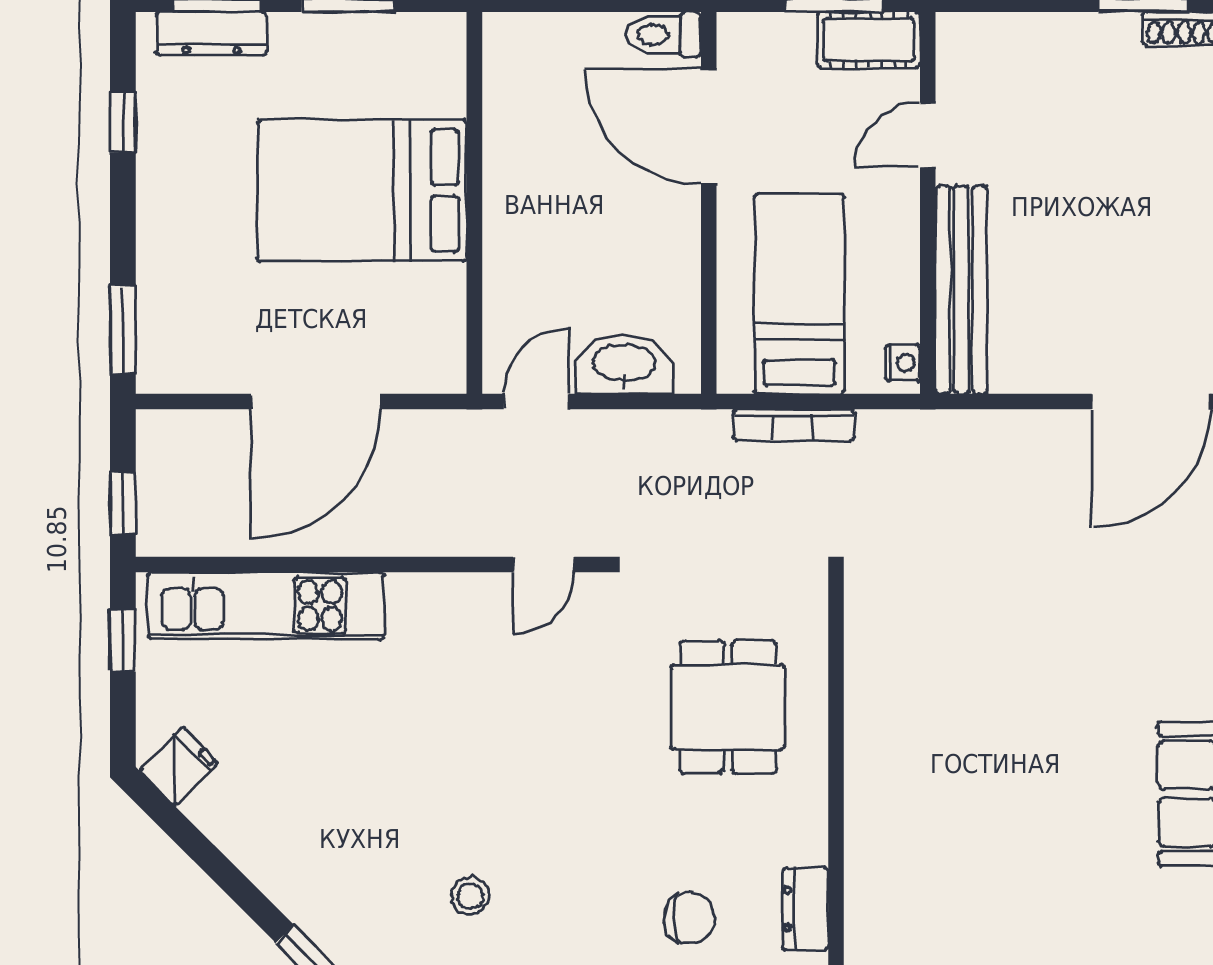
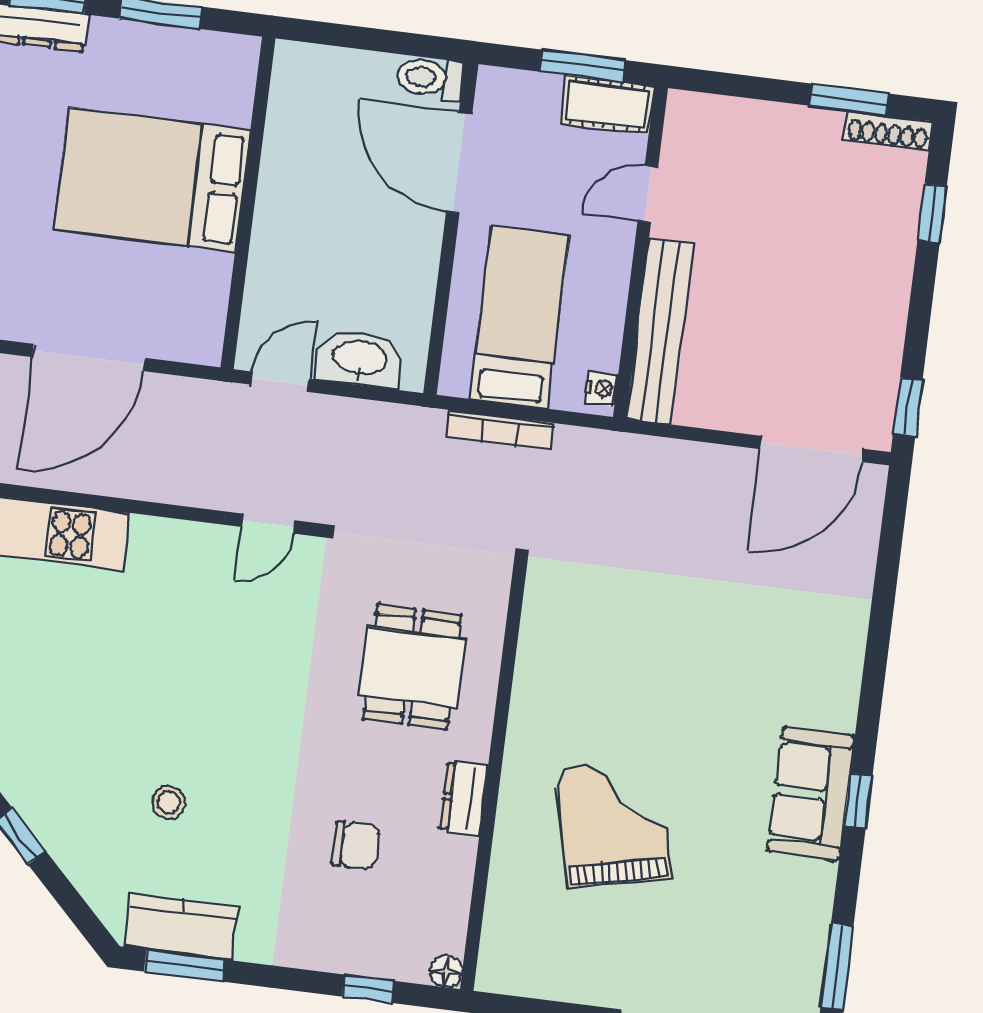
grand piano: (979, 856) -> (613, 824), added
dresser: (805, 909) -> (464, 798), moved

